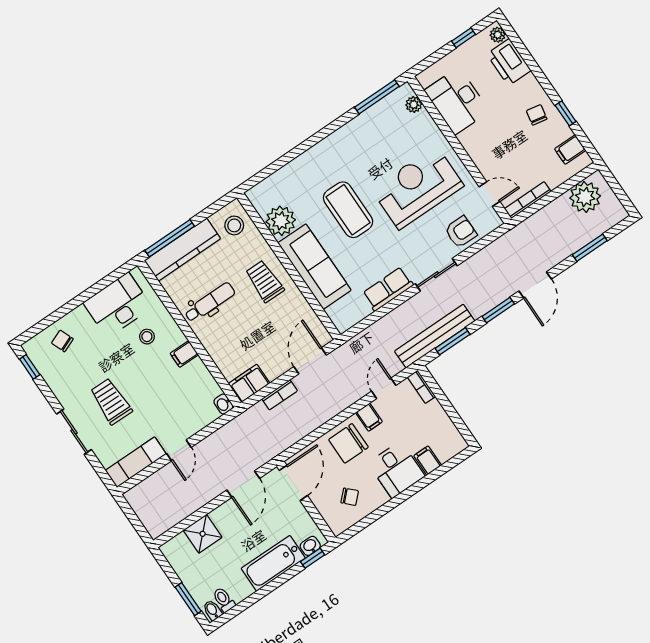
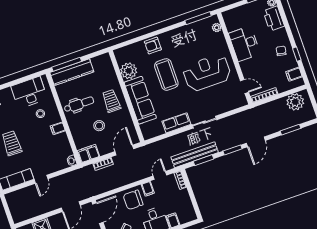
desk: (457, 101) -> (244, 44), moved
stool: (234, 225) -> (99, 126), moved
armchair: (461, 232) -> (153, 46), moved, turned 180

